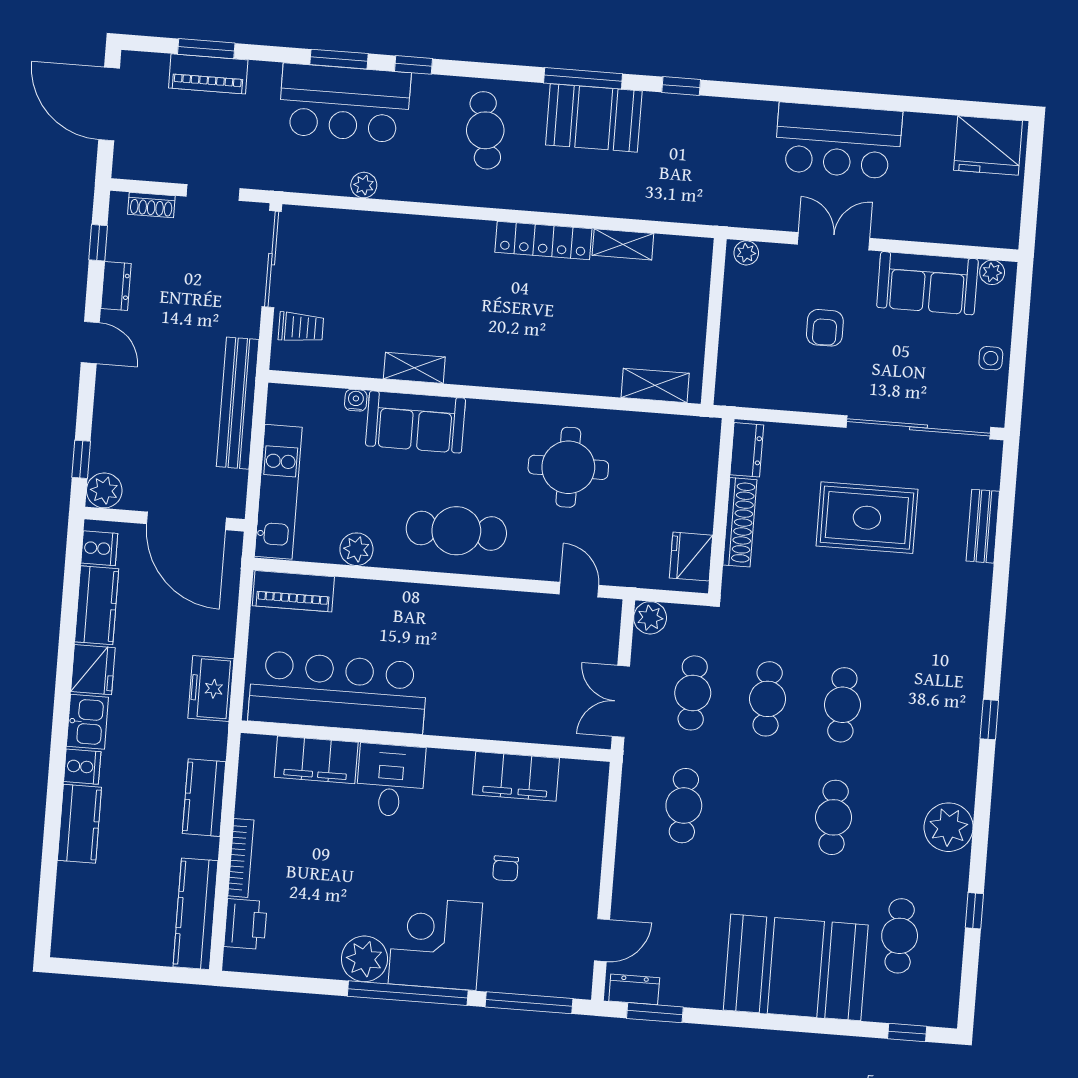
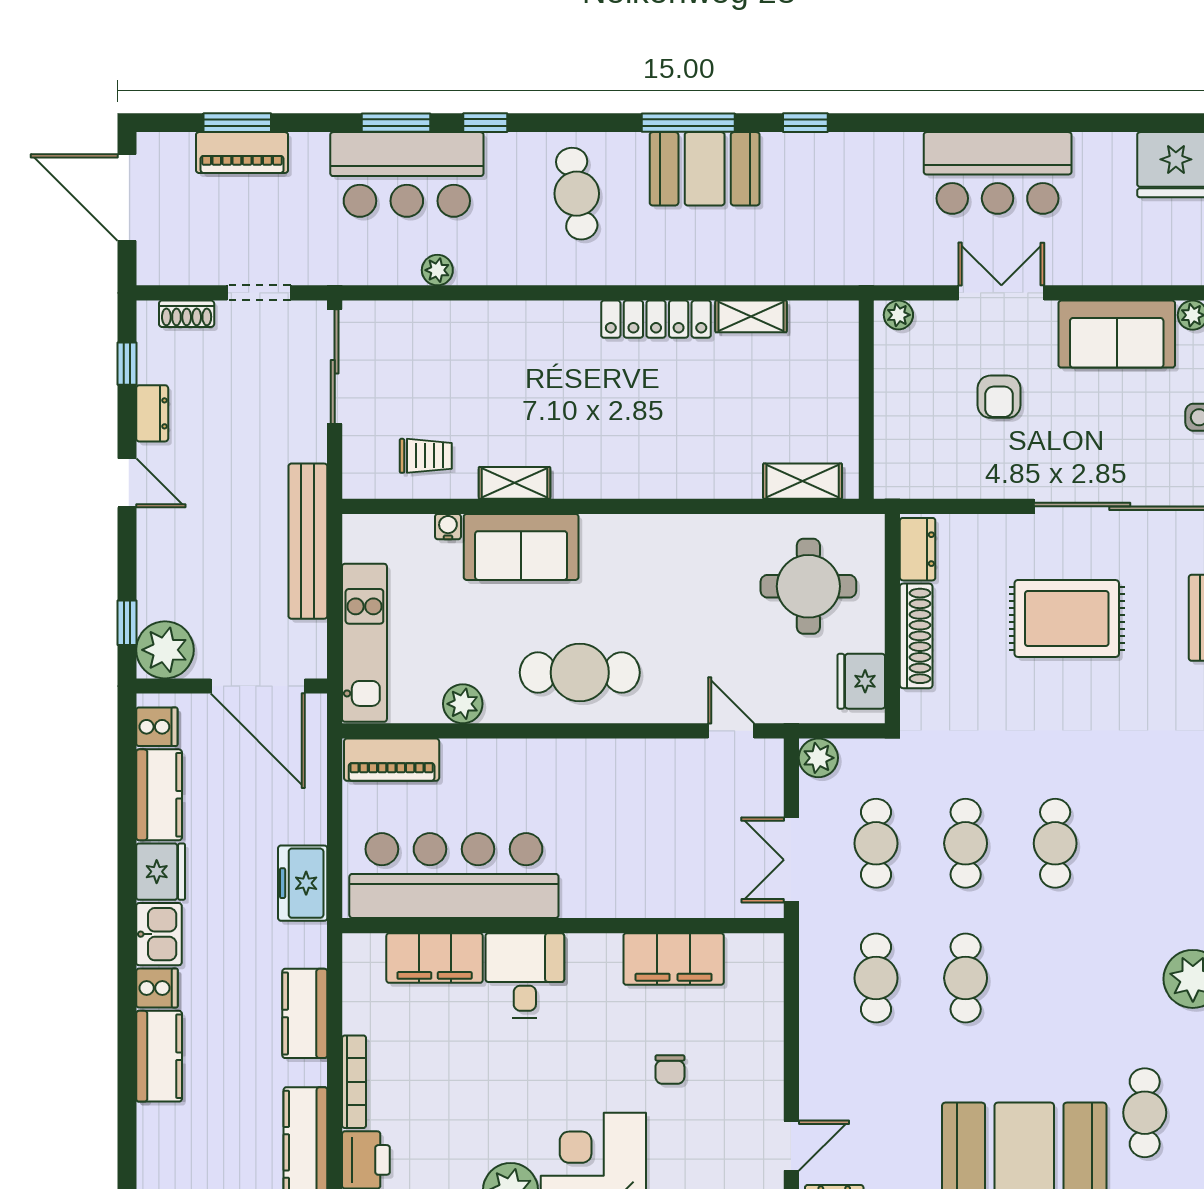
trolley: (301, 327) -> (426, 456), moved
round table: (568, 467) -> (808, 586), moved
plant: (104, 490) -> (165, 650), width x1.36, depth x1.36
cafe table: (834, 817) -> (966, 978), moved

